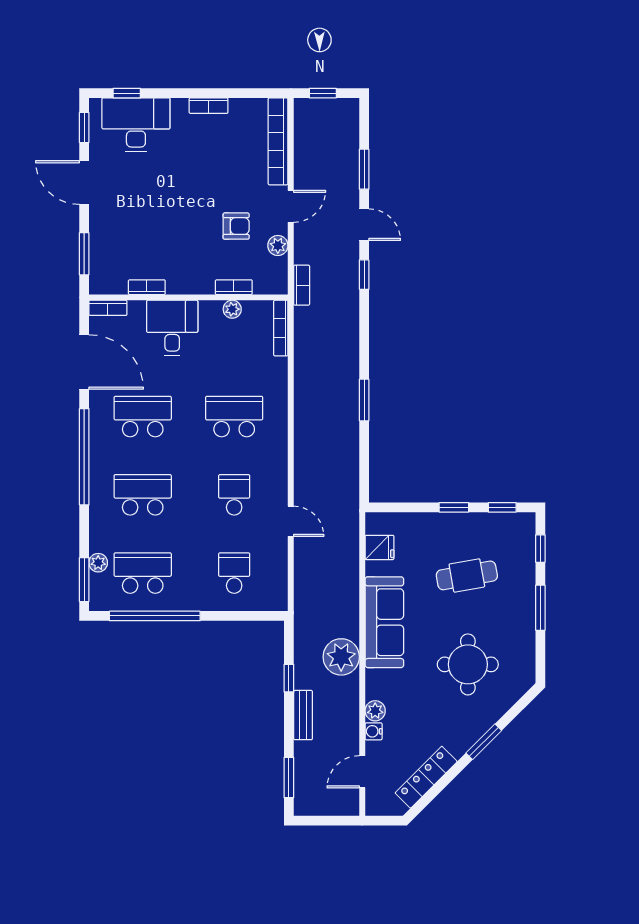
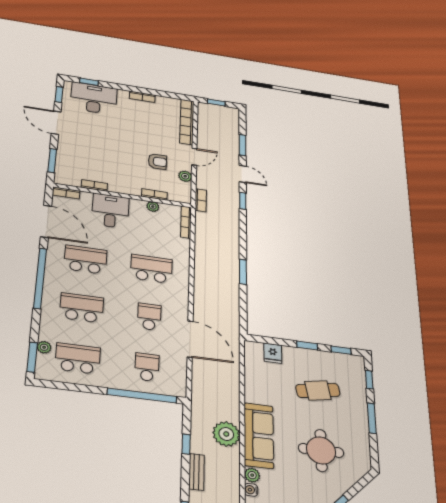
door: (291, 521) -> (190, 339), width x1.87
fridge: (380, 547) -> (273, 353), moved, turned 90
window: (155, 616) -> (142, 396), moved
sofa: (384, 622) -> (259, 435), moved

